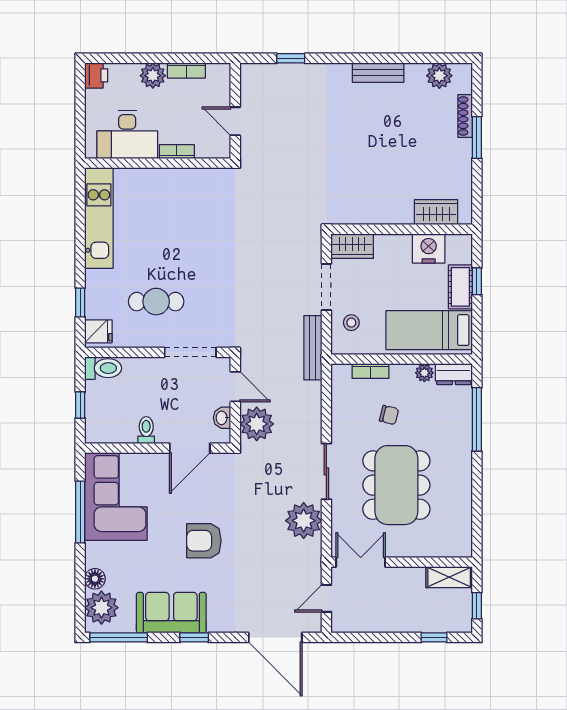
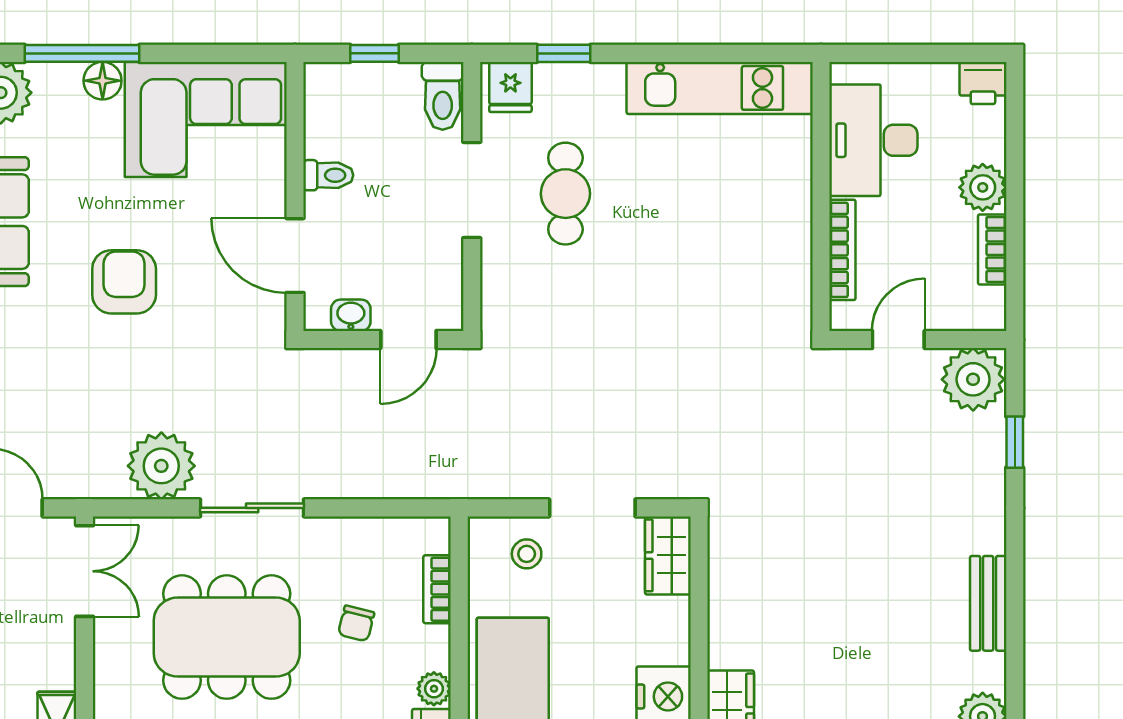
bookcase: (177, 152) -> (842, 250), width x1.56
bench: (313, 348) -> (480, 483), removed
doorway: (190, 352) -> (472, 190), moved
plant: (257, 424) -> (973, 379), moved
window: (80, 512) -> (82, 53), moved
floor lamp: (95, 579) -> (103, 81), moved

